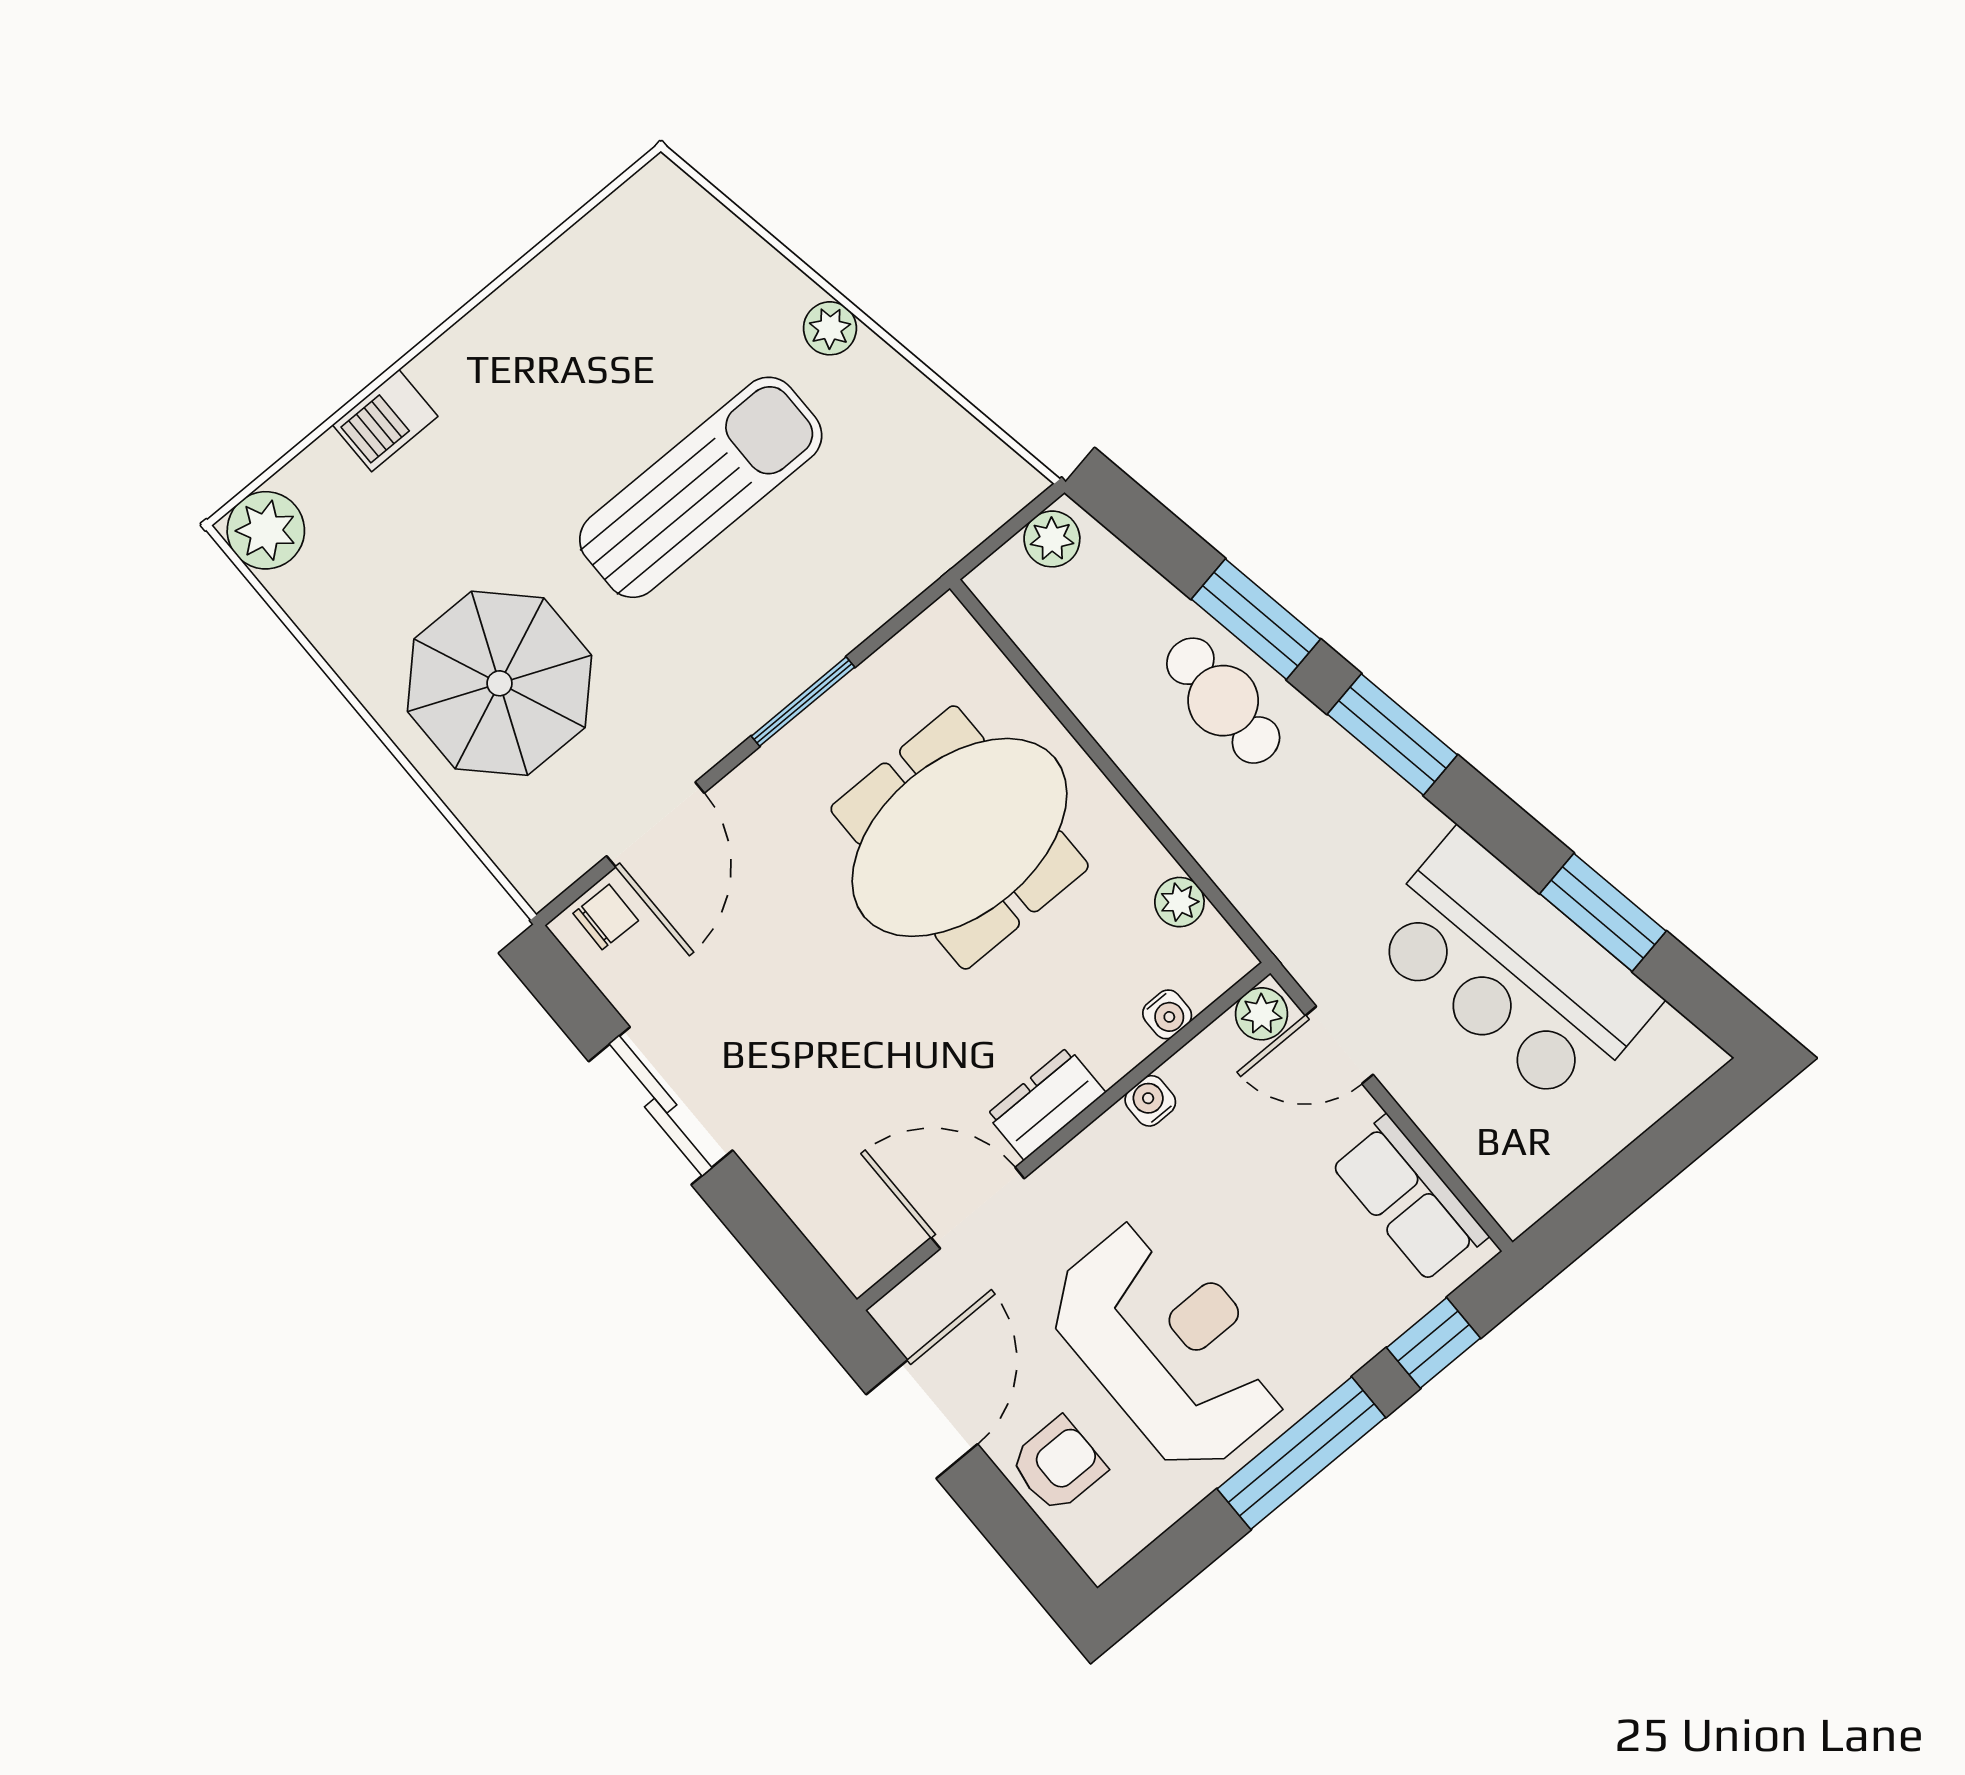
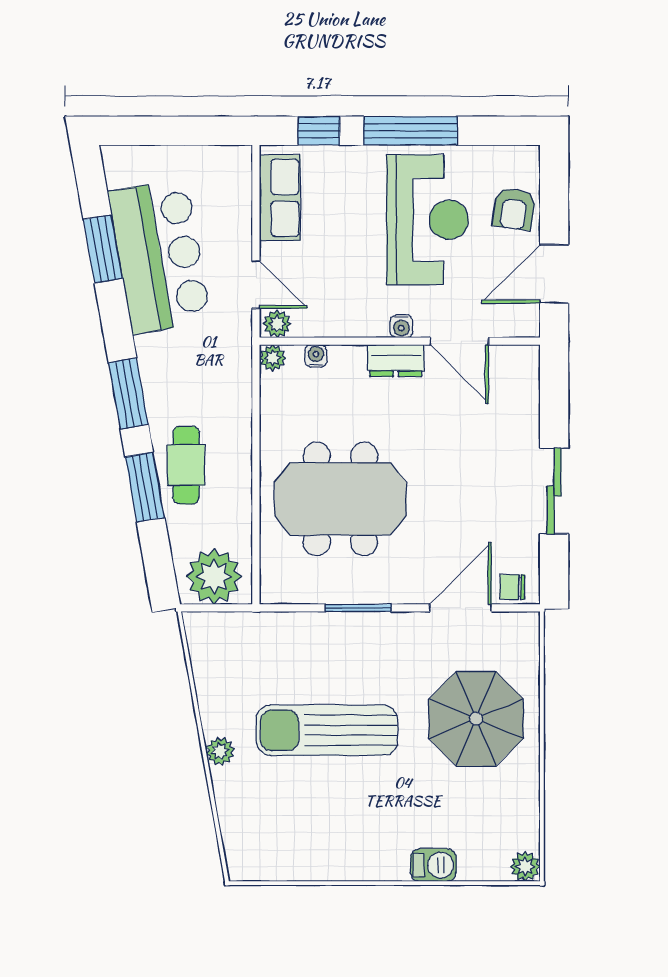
plant: (266, 530) -> (525, 866), width x0.73, depth x0.73
plant: (1052, 539) -> (214, 576), width x1.88, depth x1.88
plant: (1179, 902) -> (273, 358), moved
water cooler: (1150, 1101) -> (401, 326), moved
reception desk: (1170, 1345) -> (428, 220), turned 180
armchair: (1058, 1465) -> (514, 209), turned -82

